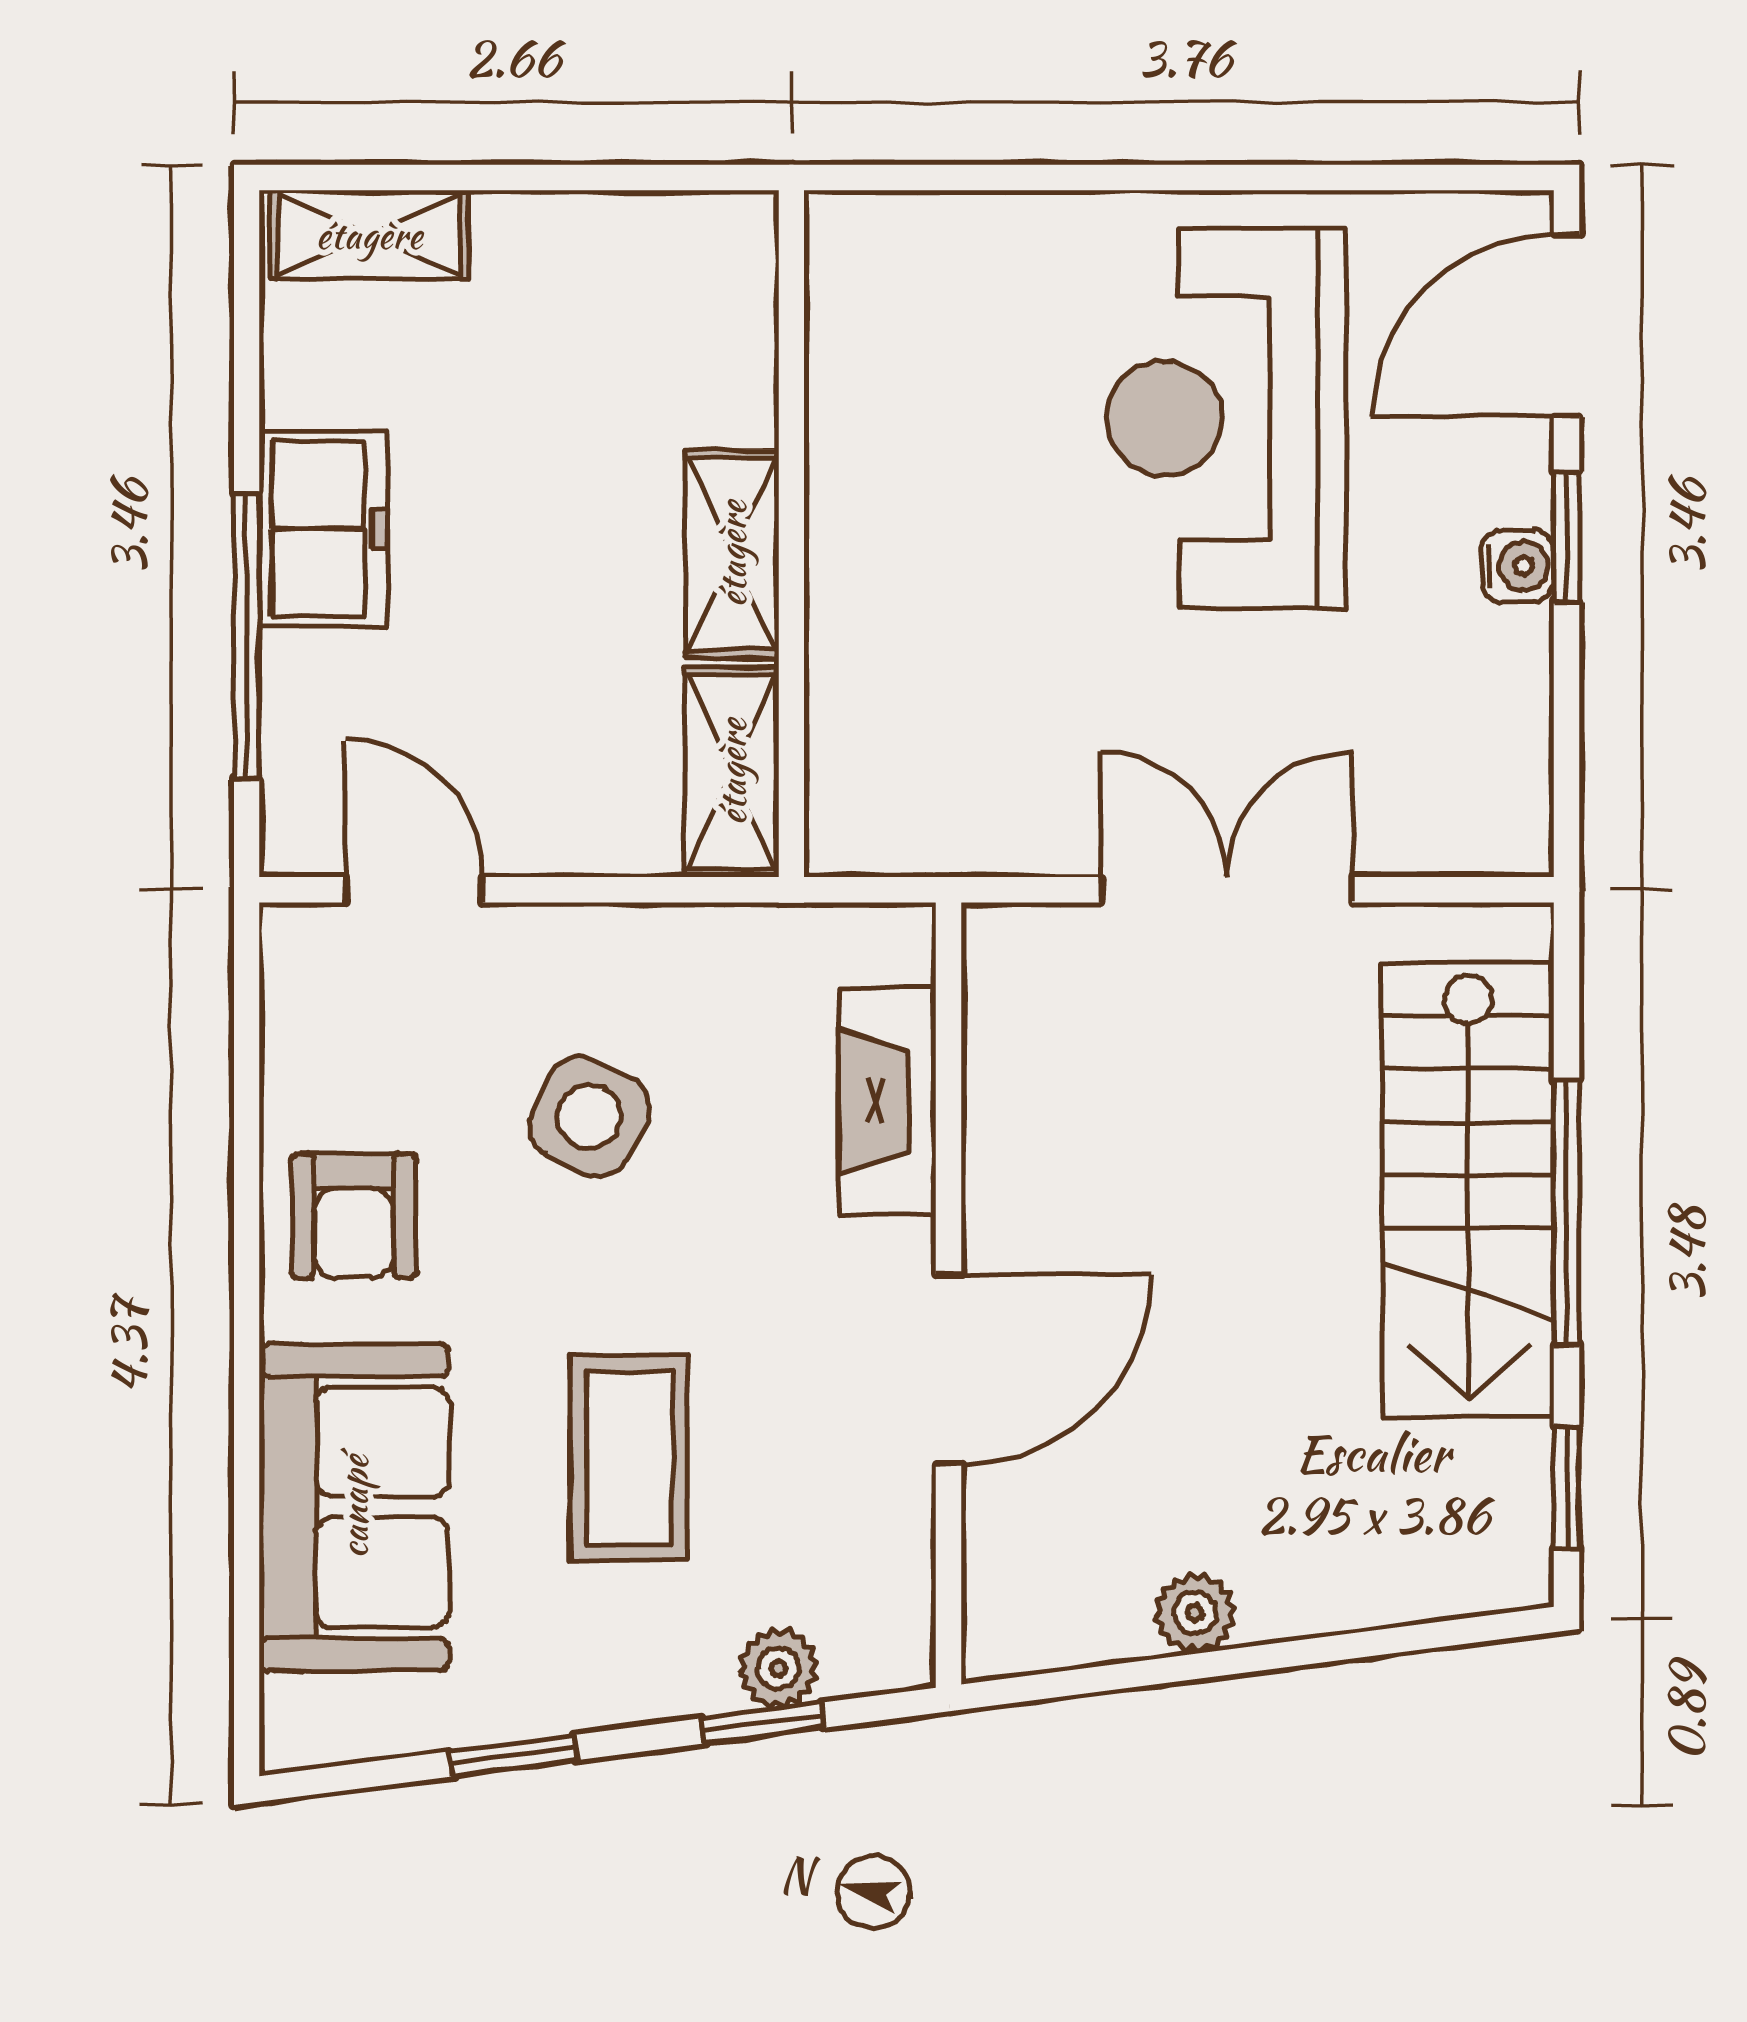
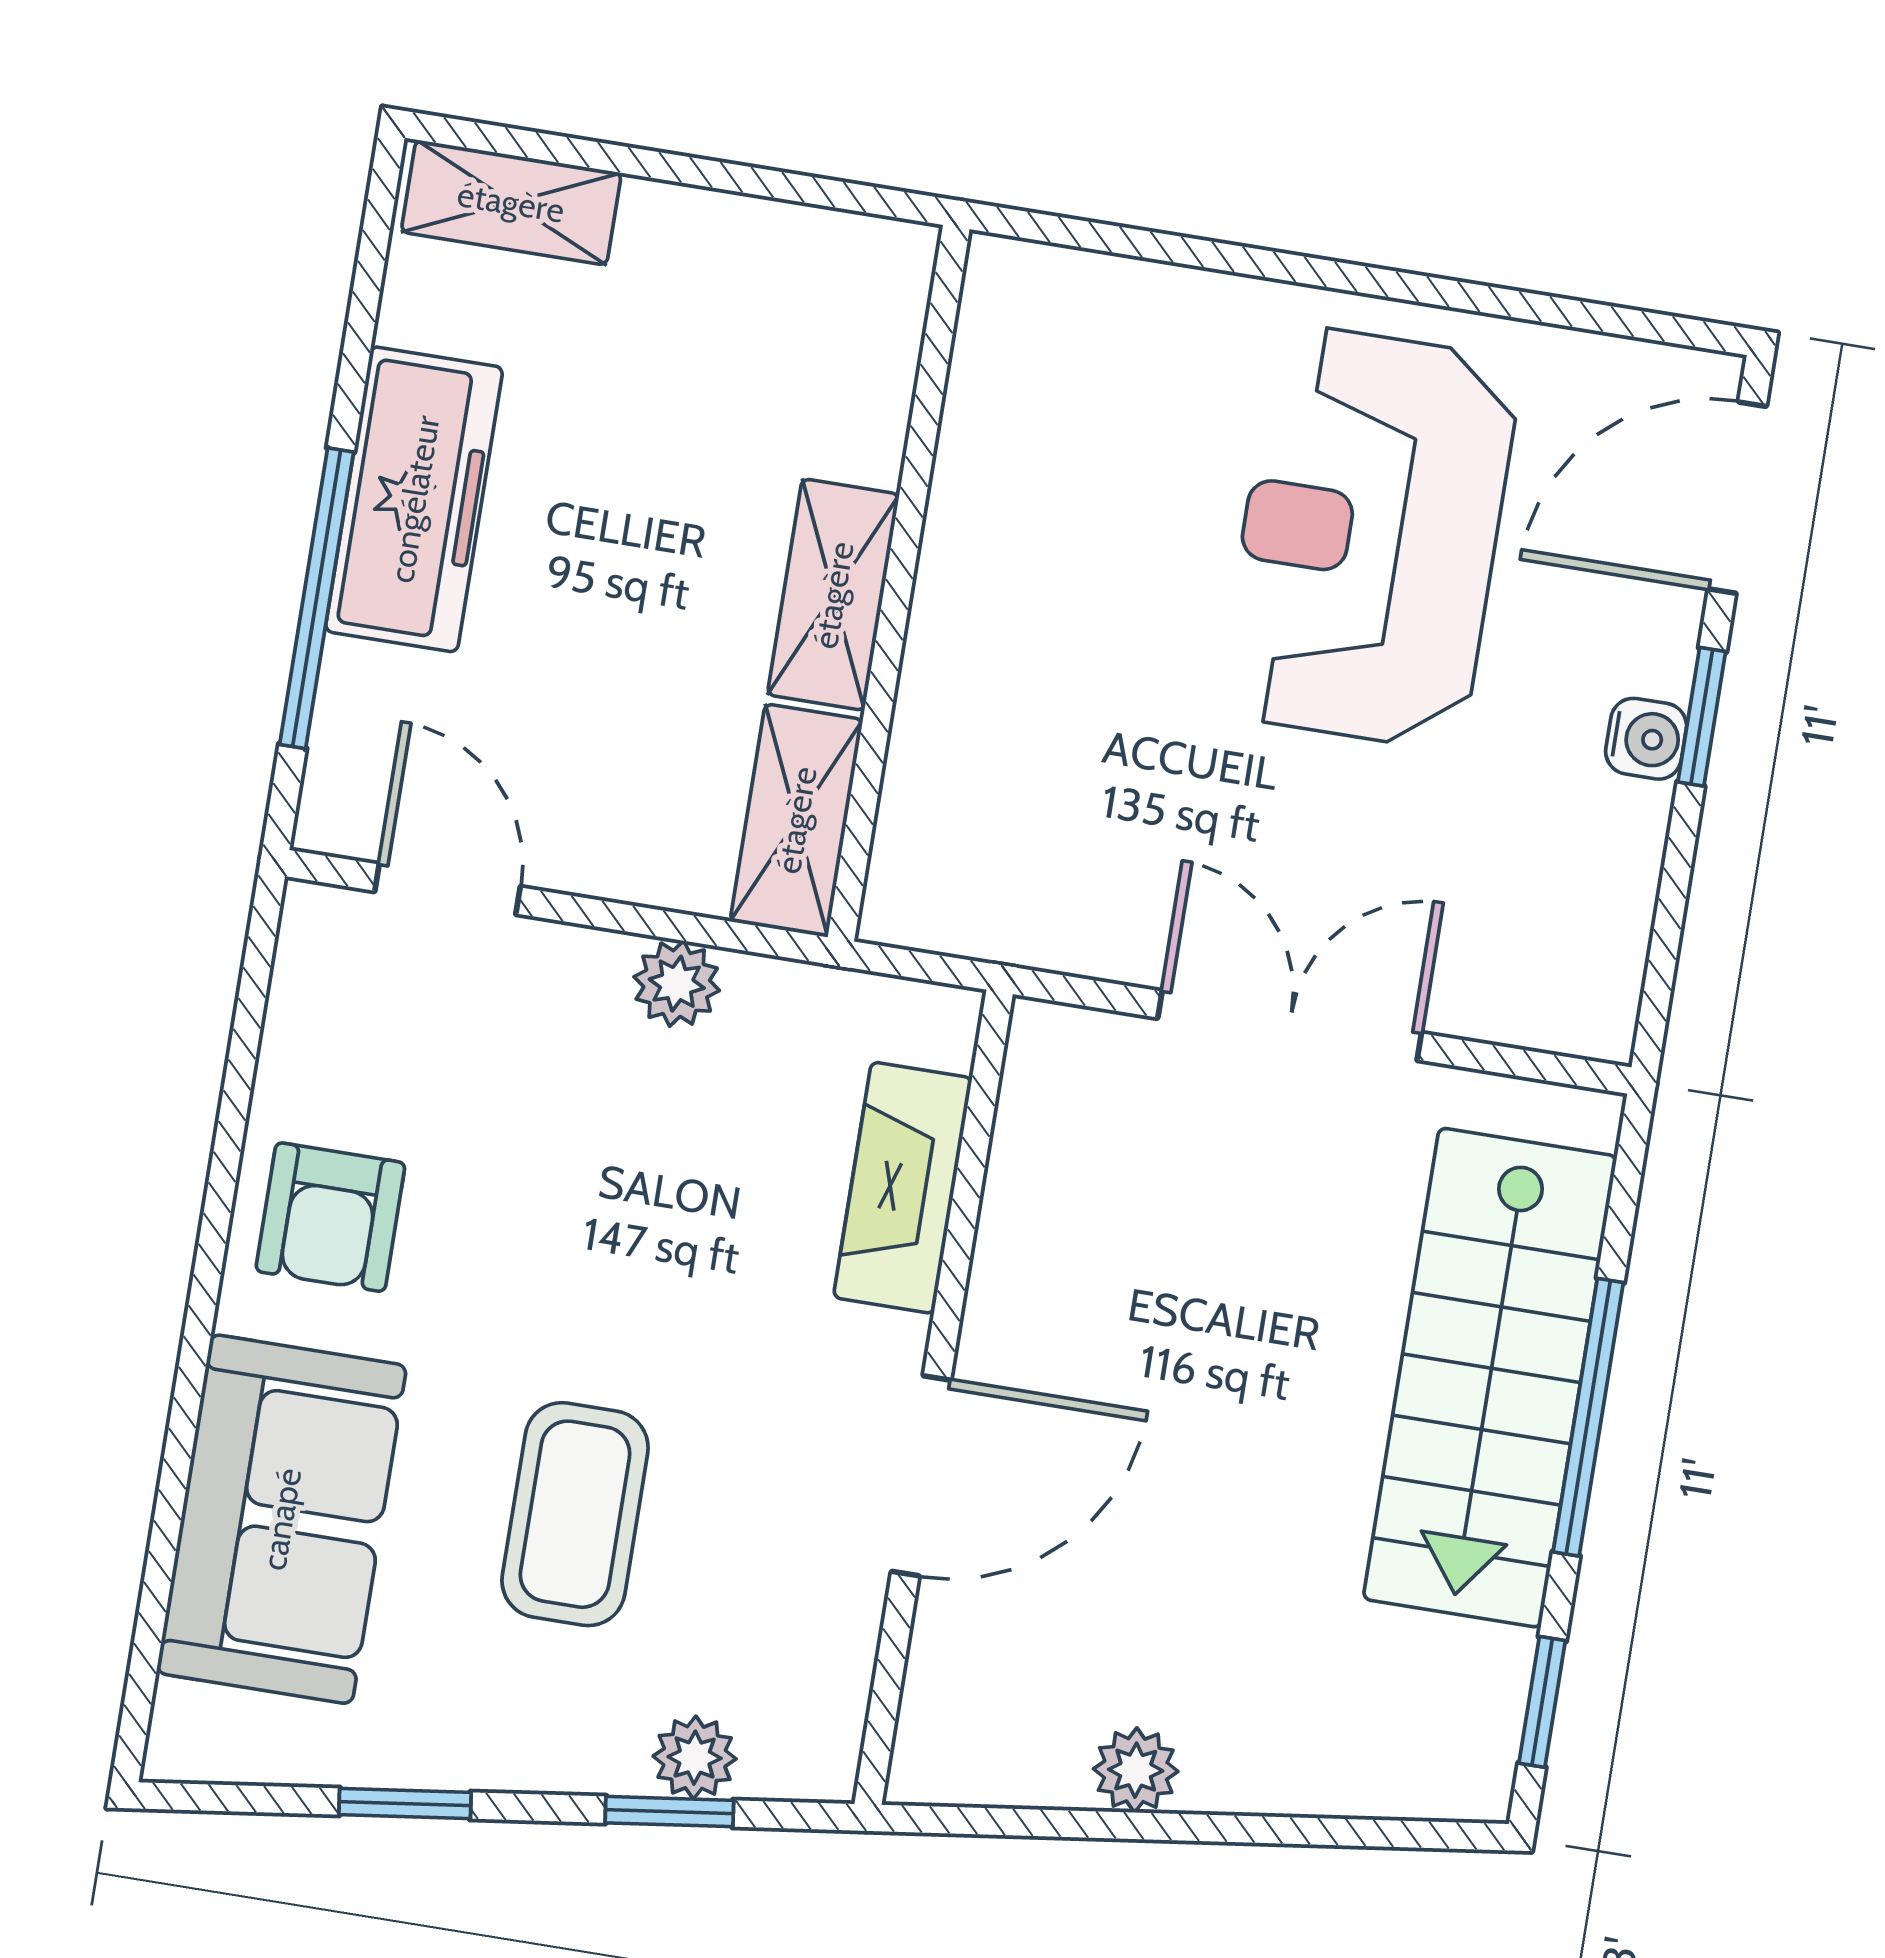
freezer: (323, 529) -> (414, 499), width x1.40
plant: (644, 944) -> (677, 984), added
side table: (589, 1117) -> (591, 1154), removed

